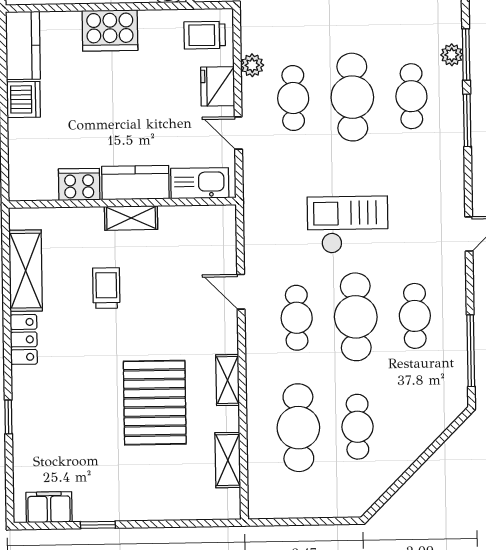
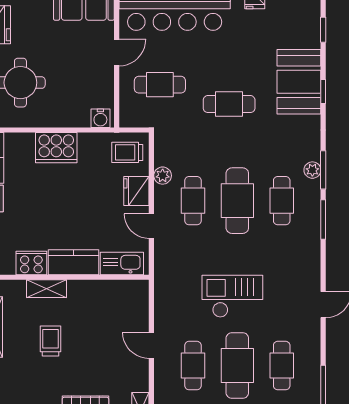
shelving: (131, 218) -> (47, 289), moved

